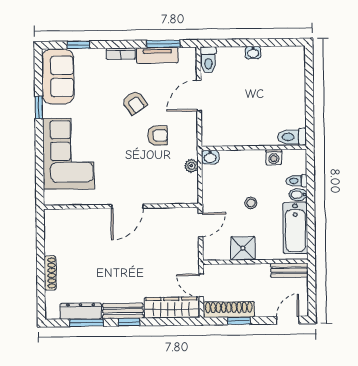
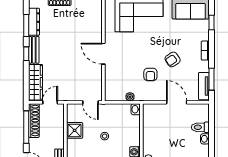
tv unit: (157, 55) -> (204, 86), moved
toilet: (208, 60) -> (200, 127), moved
window: (239, 321) -> (26, 127), width x2.17

